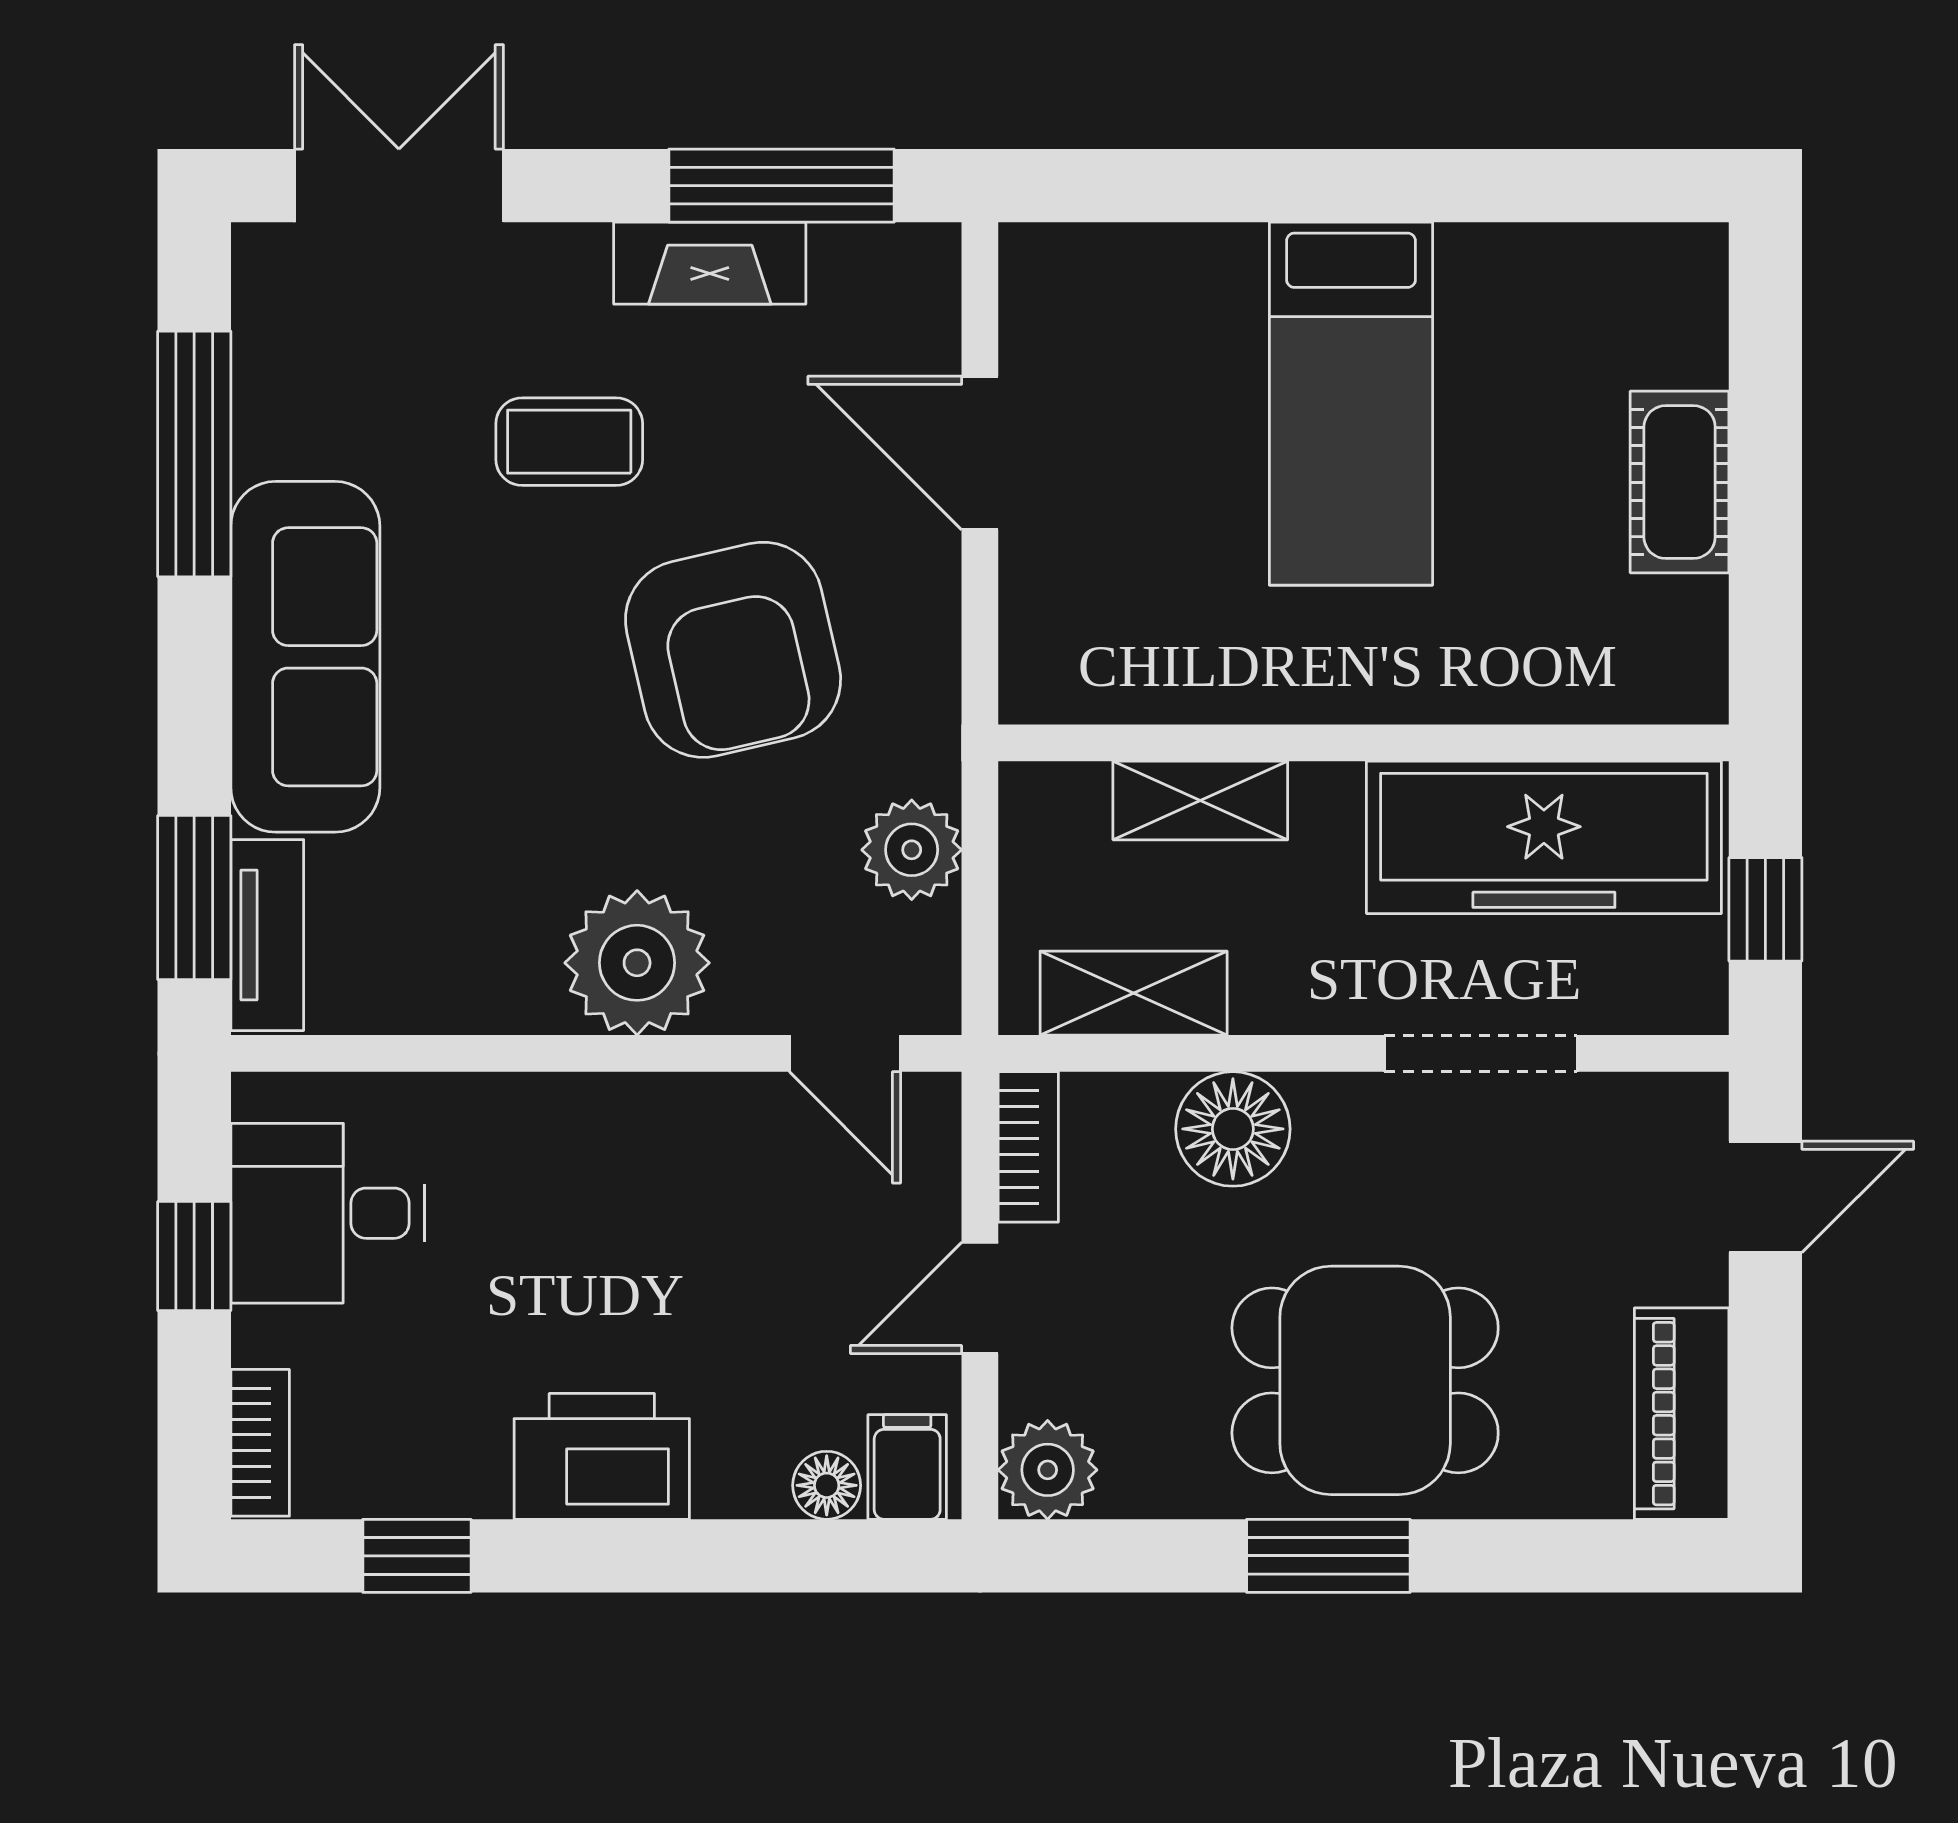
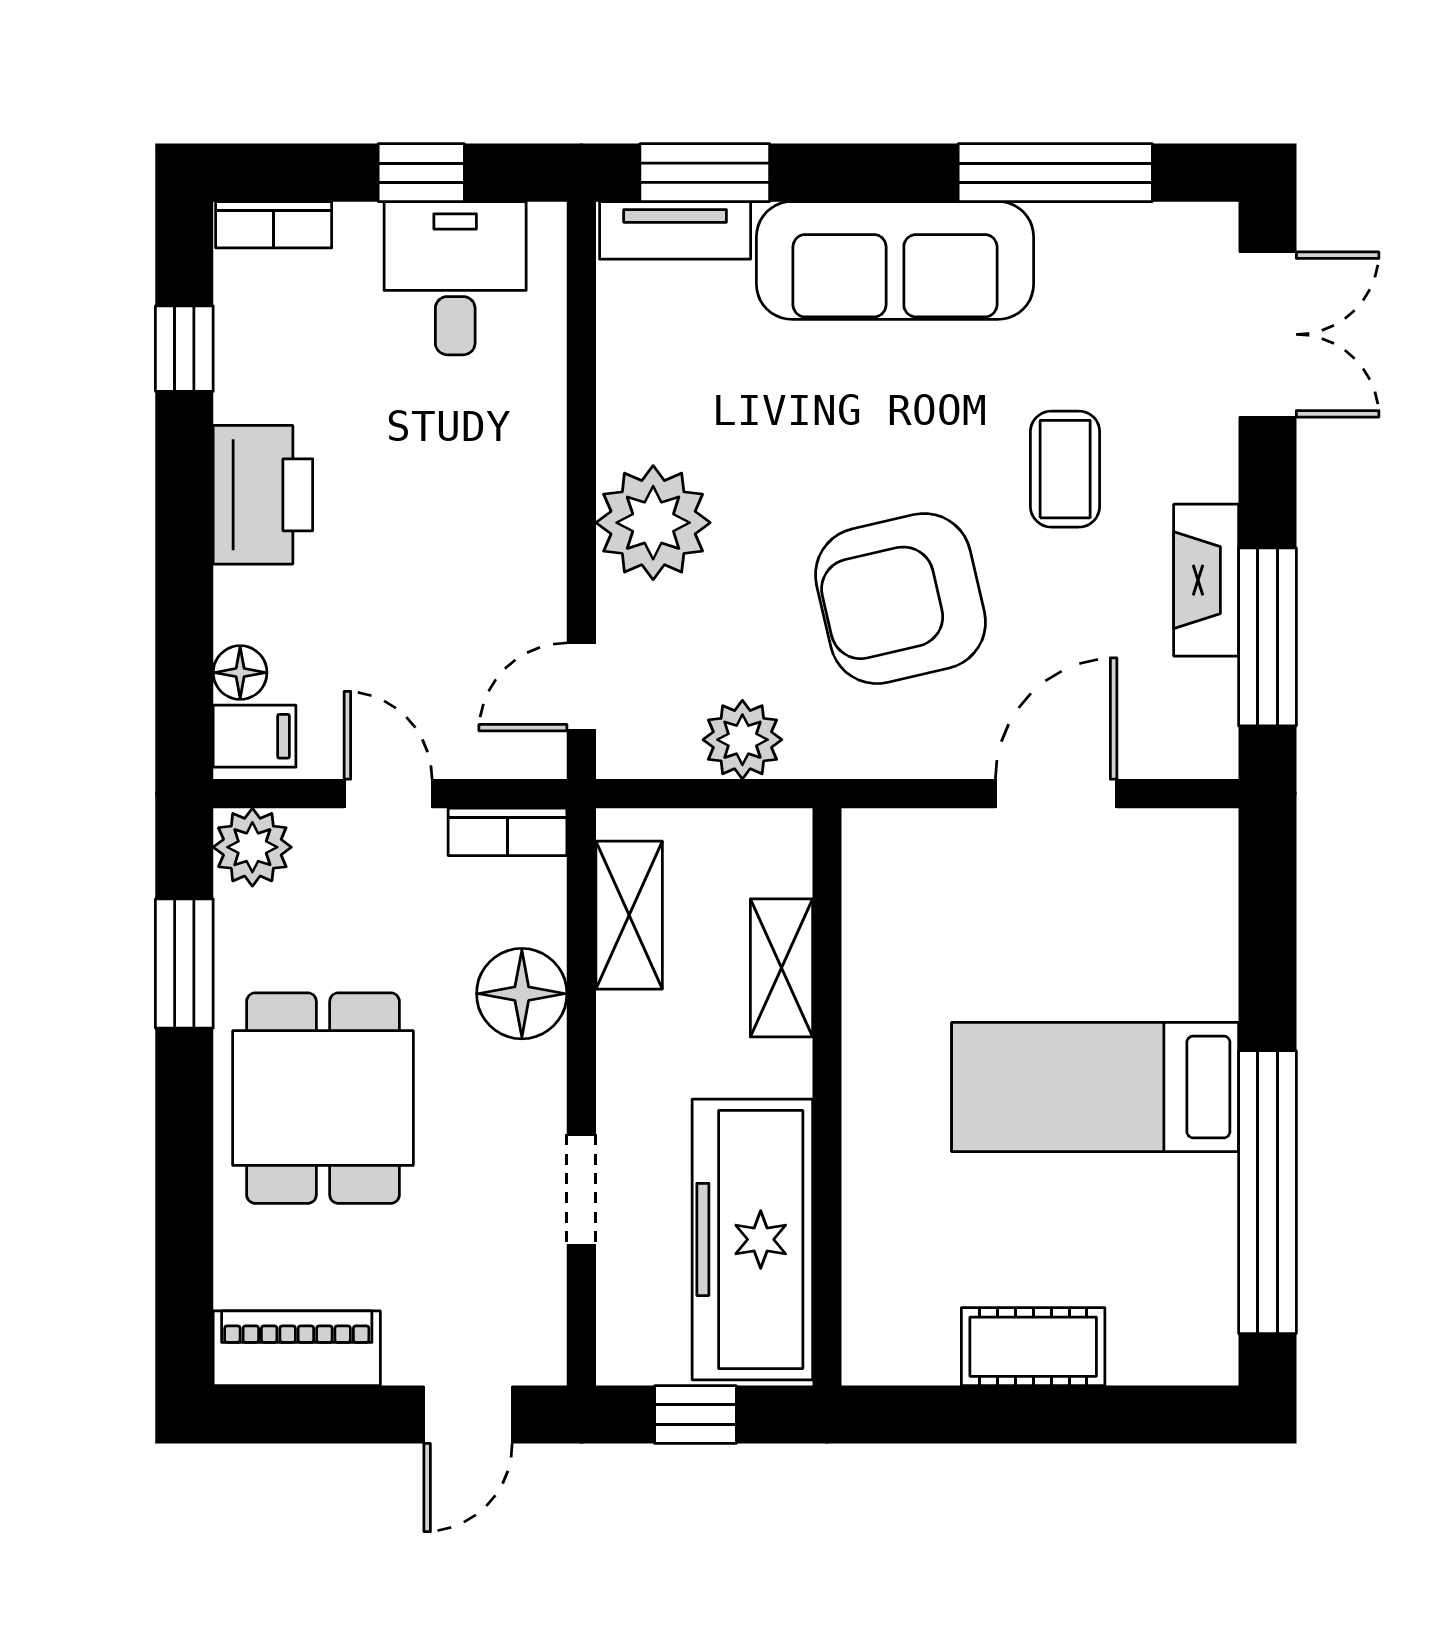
window: (1484, 186) -> (1267, 1192), added
doorway: (1481, 1053) -> (581, 1190), width x0.73
door: (1765, 1197) -> (468, 1415), hinge flipped
window: (1328, 1556) -> (184, 964), moved

